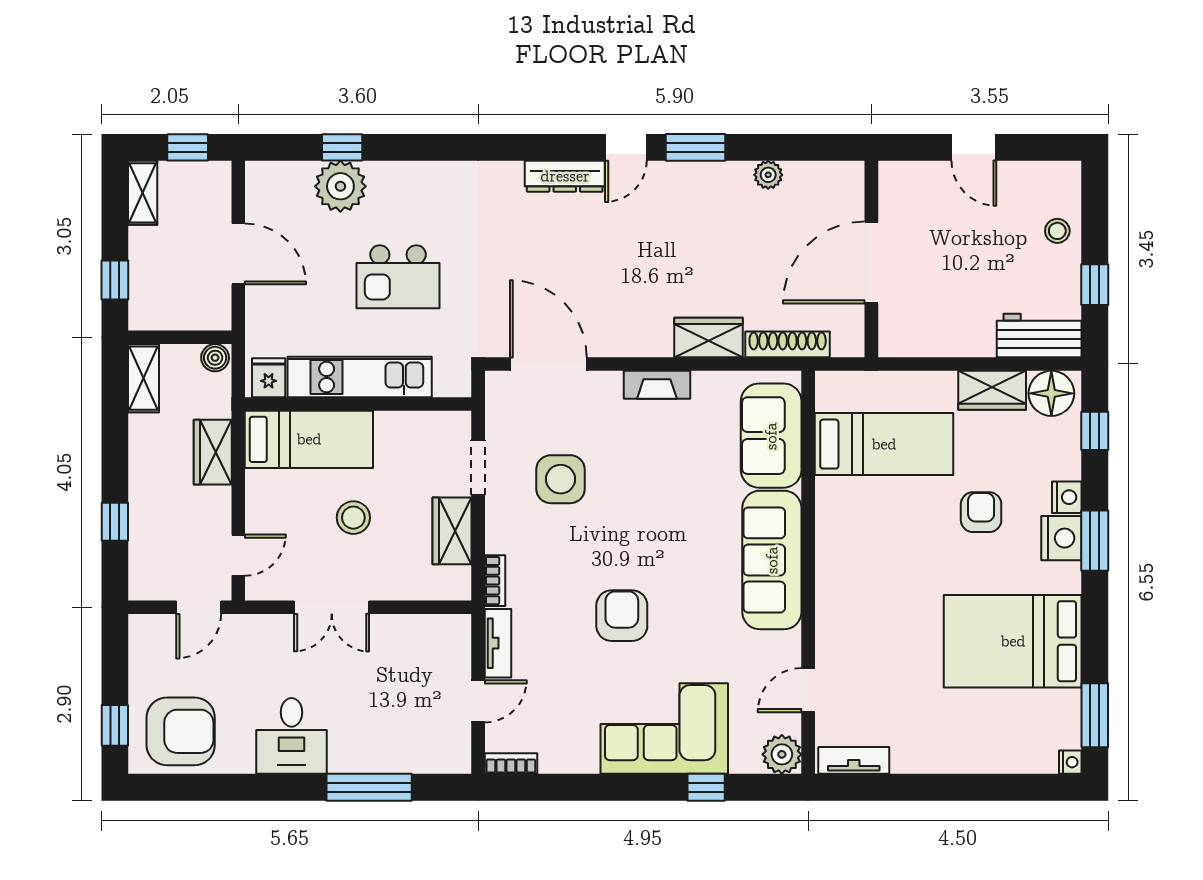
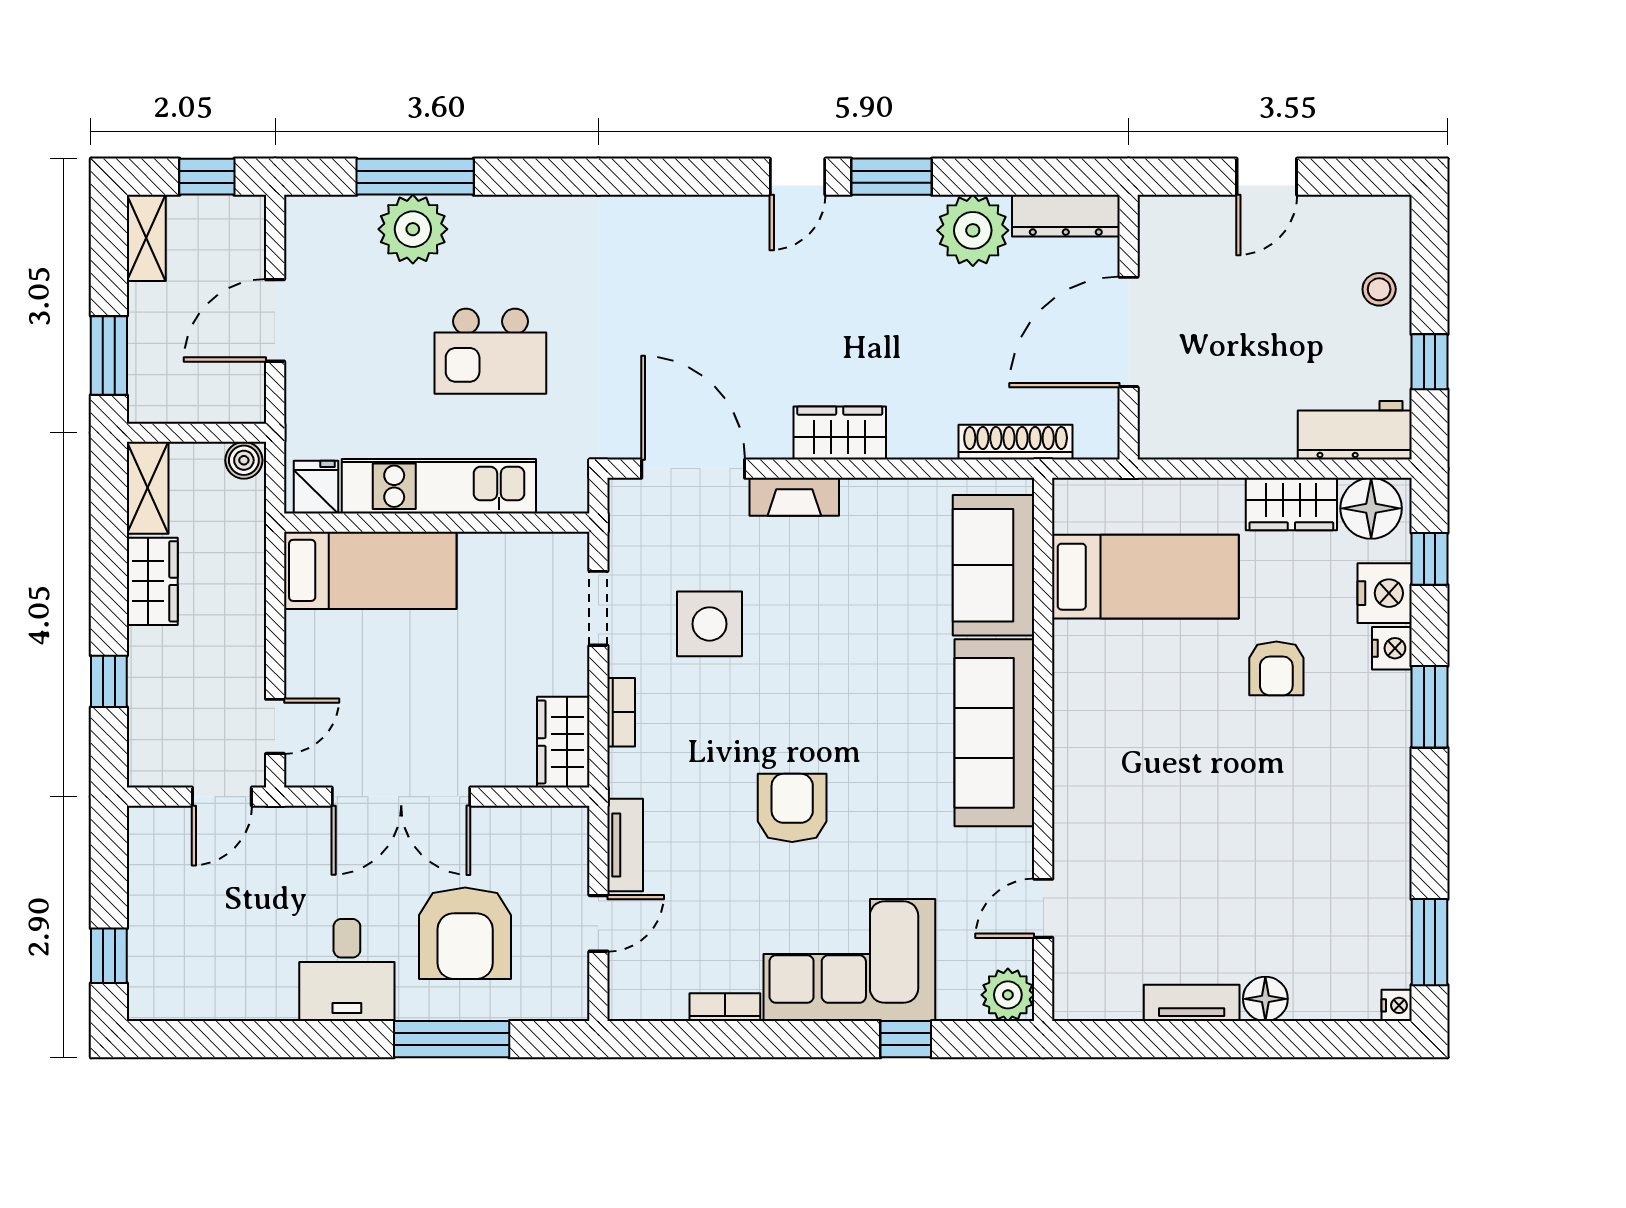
window: (342, 147) -> (415, 177), width x2.17
door: (974, 147) -> (1267, 177), hinge flipped
plant: (768, 175) -> (973, 230), width x1.87, depth x1.87
dresser: (565, 176) -> (1066, 216), moved
door: (238, 254) -> (275, 320), swing flipped
window: (115, 280) -> (109, 356), width x1.50
wardrobe: (709, 338) -> (840, 433), moved
fireplace: (657, 385) -> (794, 497), moved
wardrobe: (213, 452) -> (152, 581), moved, turned 180
armchair: (981, 512) -> (1276, 668), turned 180
stool: (353, 518) -> (430, 676), removed
wardrobe: (452, 531) -> (563, 742), moved
nightstand: (1061, 538) -> (1385, 593), moved
bookcase: (495, 581) -> (621, 712), moved
double door: (332, 607) -> (401, 797), width x1.37
bed: (1013, 641) -> (1319, 842), removed
armchair: (181, 731) -> (465, 933), moved, turned 90
floor lamp: (973, 757) -> (1265, 999), added
tv unit: (854, 760) -> (1192, 1003), moved
bookcase: (511, 763) -> (725, 1007), moved

